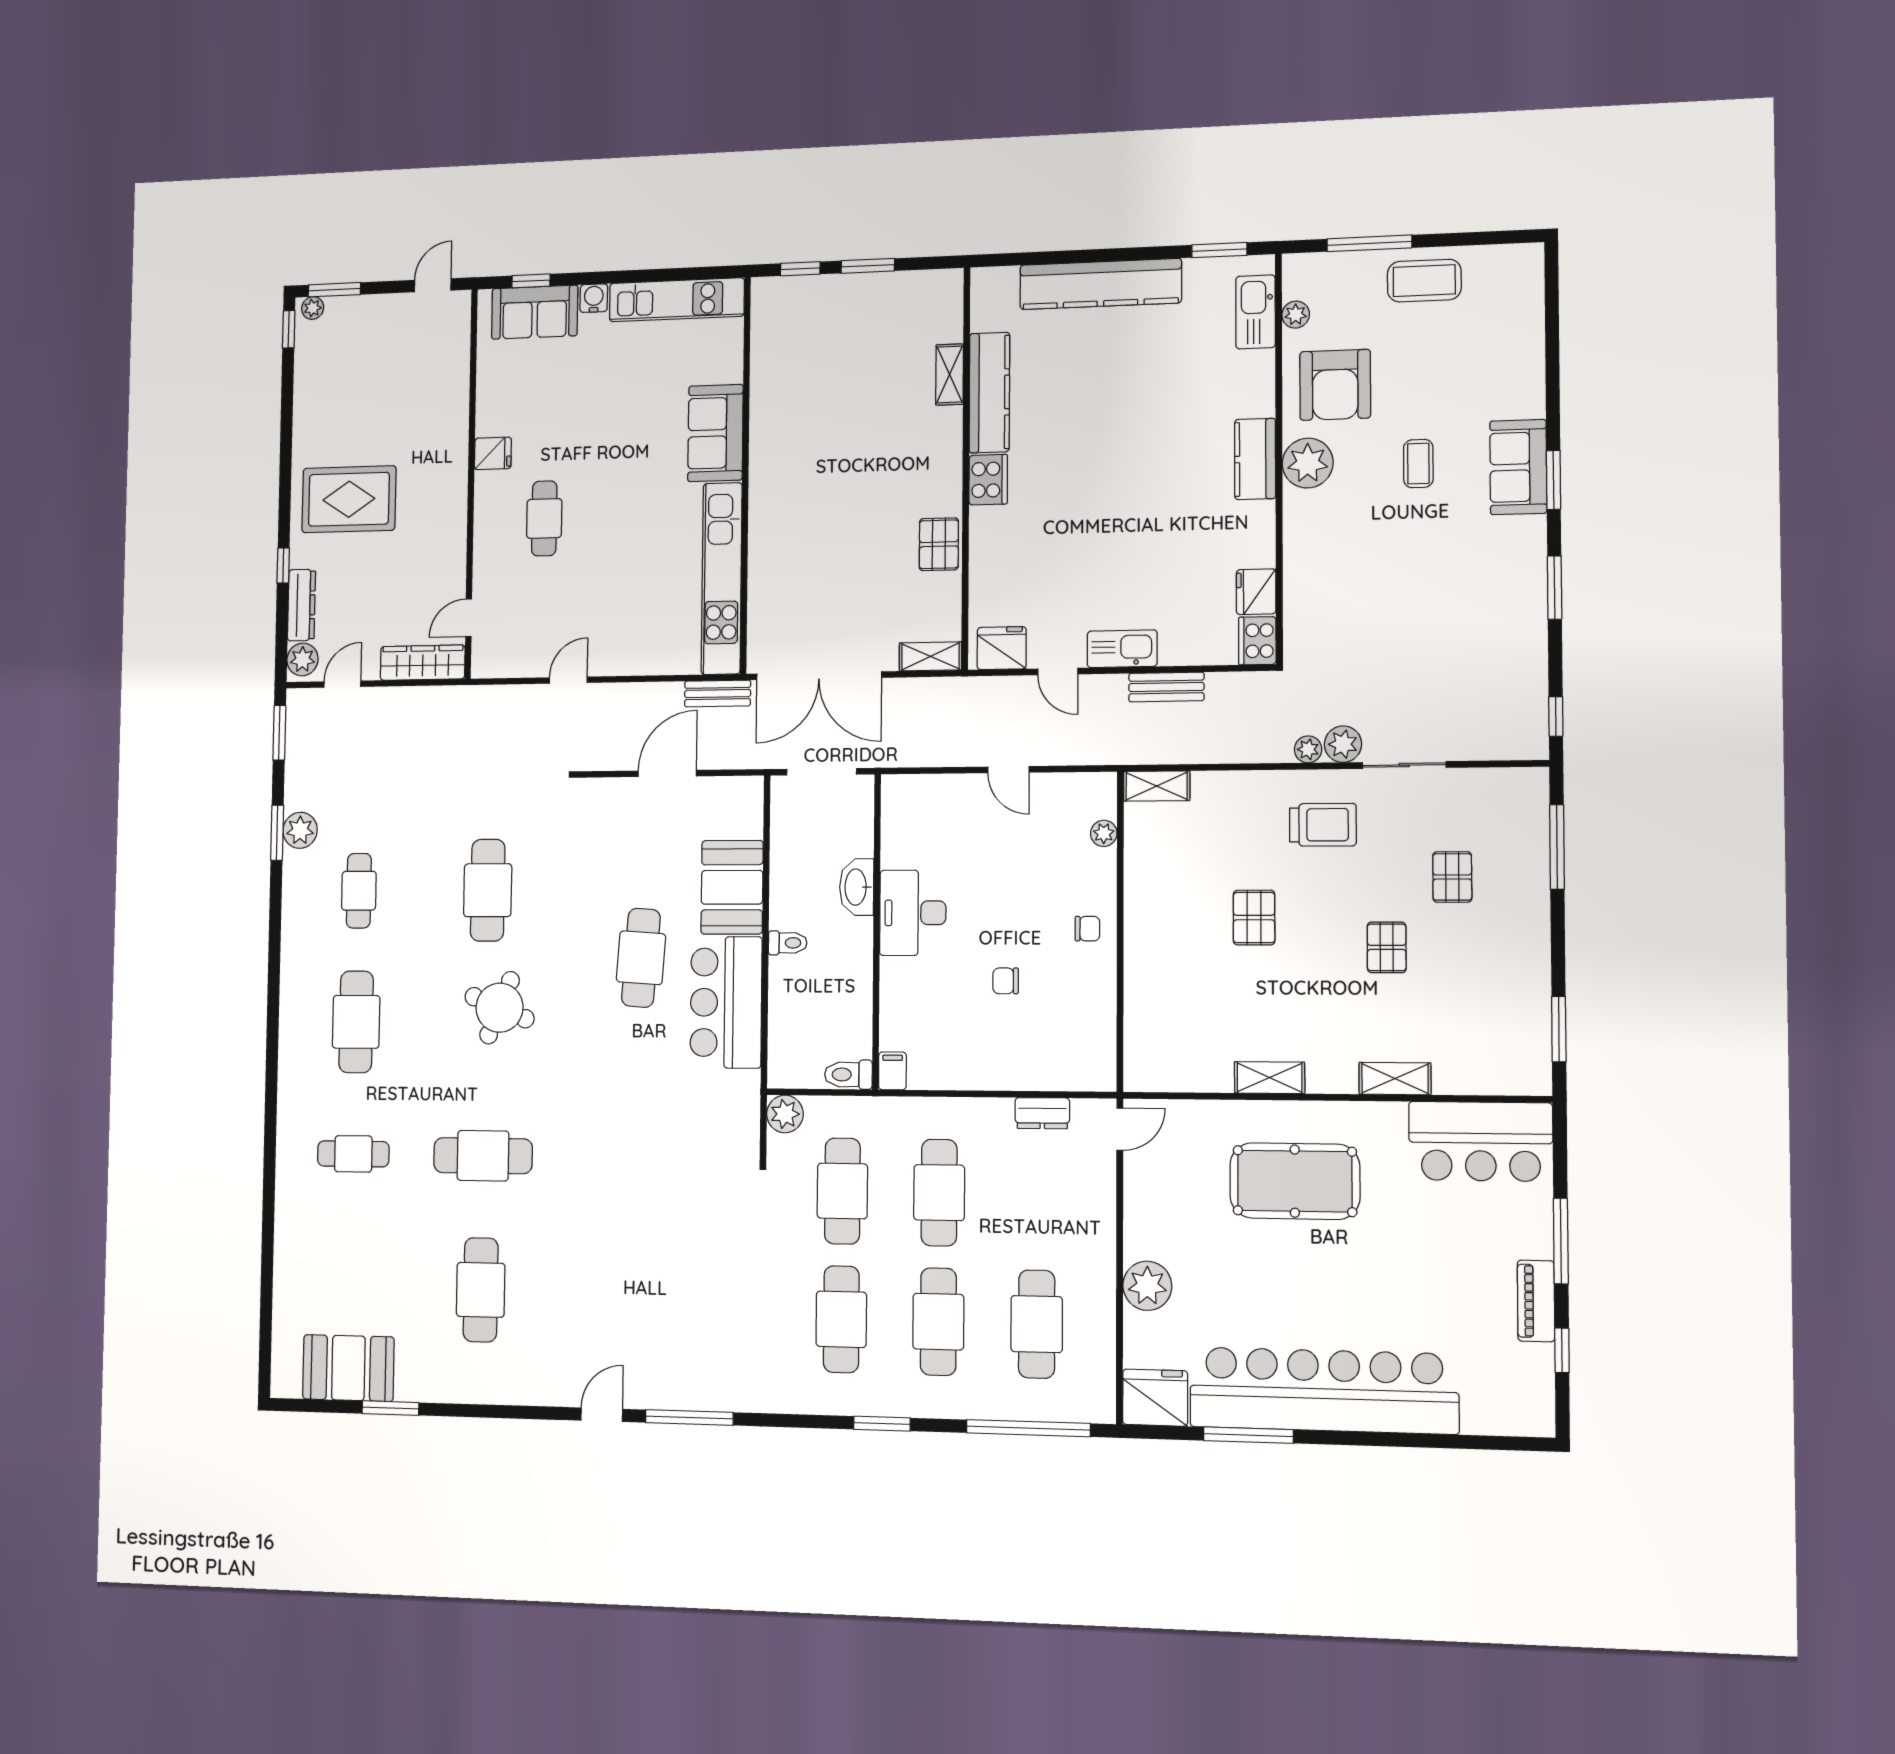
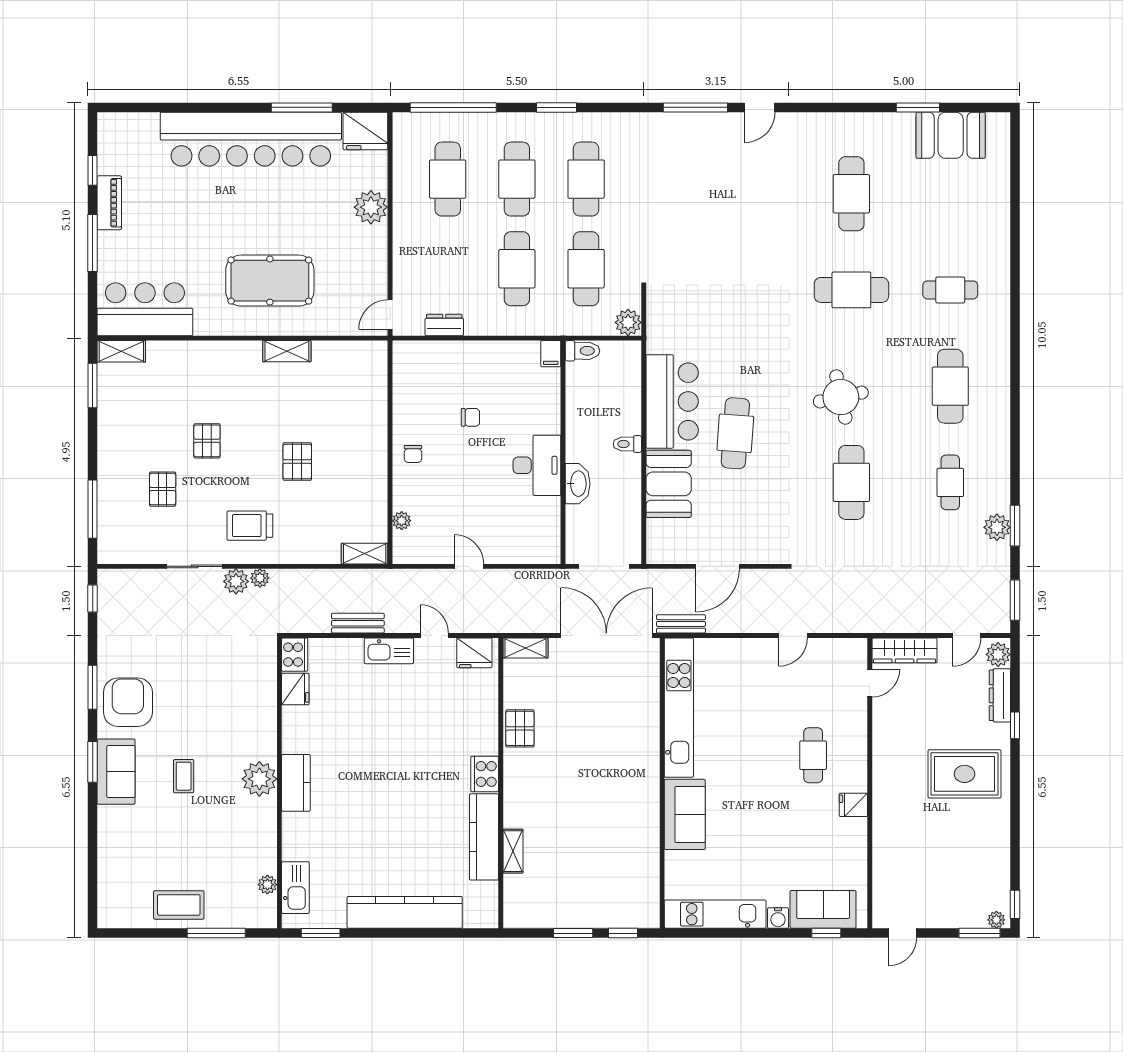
armchair: (1335, 385) -> (128, 702), moved
chair: (1087, 929) -> (413, 454), turned -90
round table: (500, 1008) -> (841, 397), turned -34
shelving: (1395, 1079) -> (121, 351), moved

